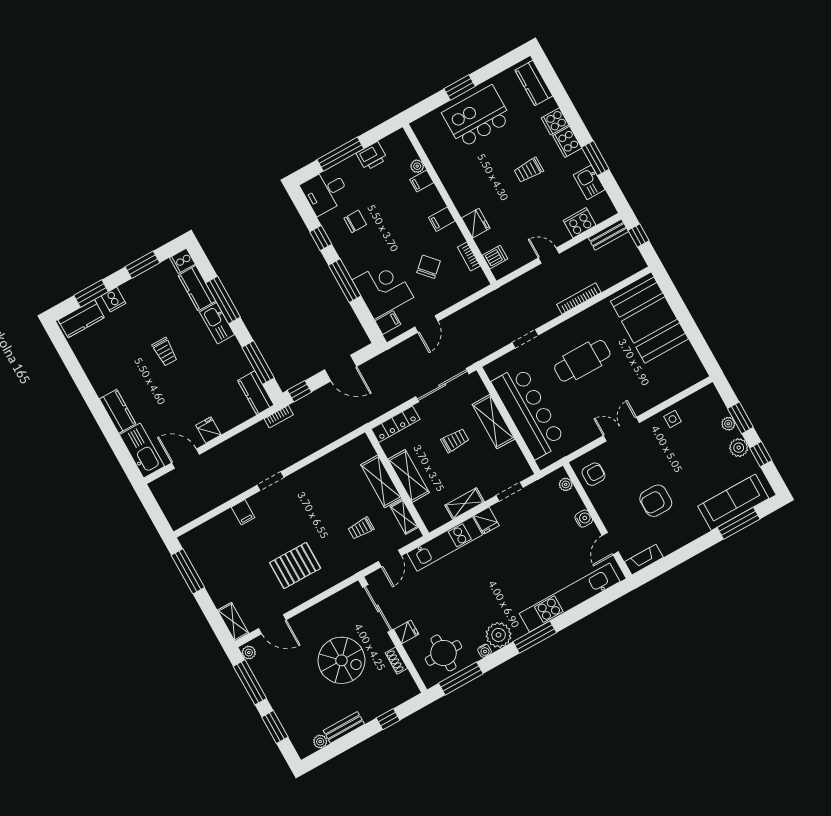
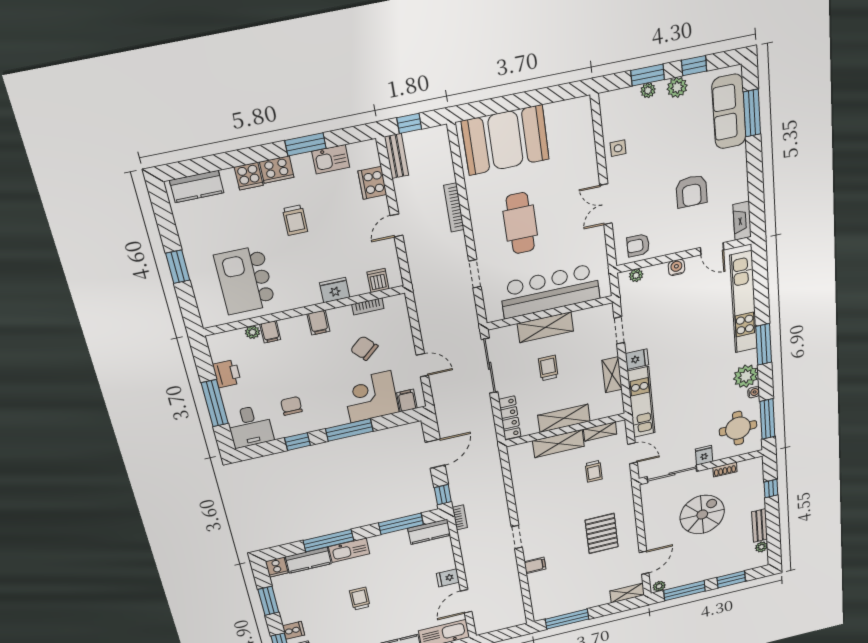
kitchen island: (477, 117) -> (245, 280), moved
trolley: (165, 352) -> (360, 599), turned -90
armchair: (593, 474) -> (638, 245), turned -90

